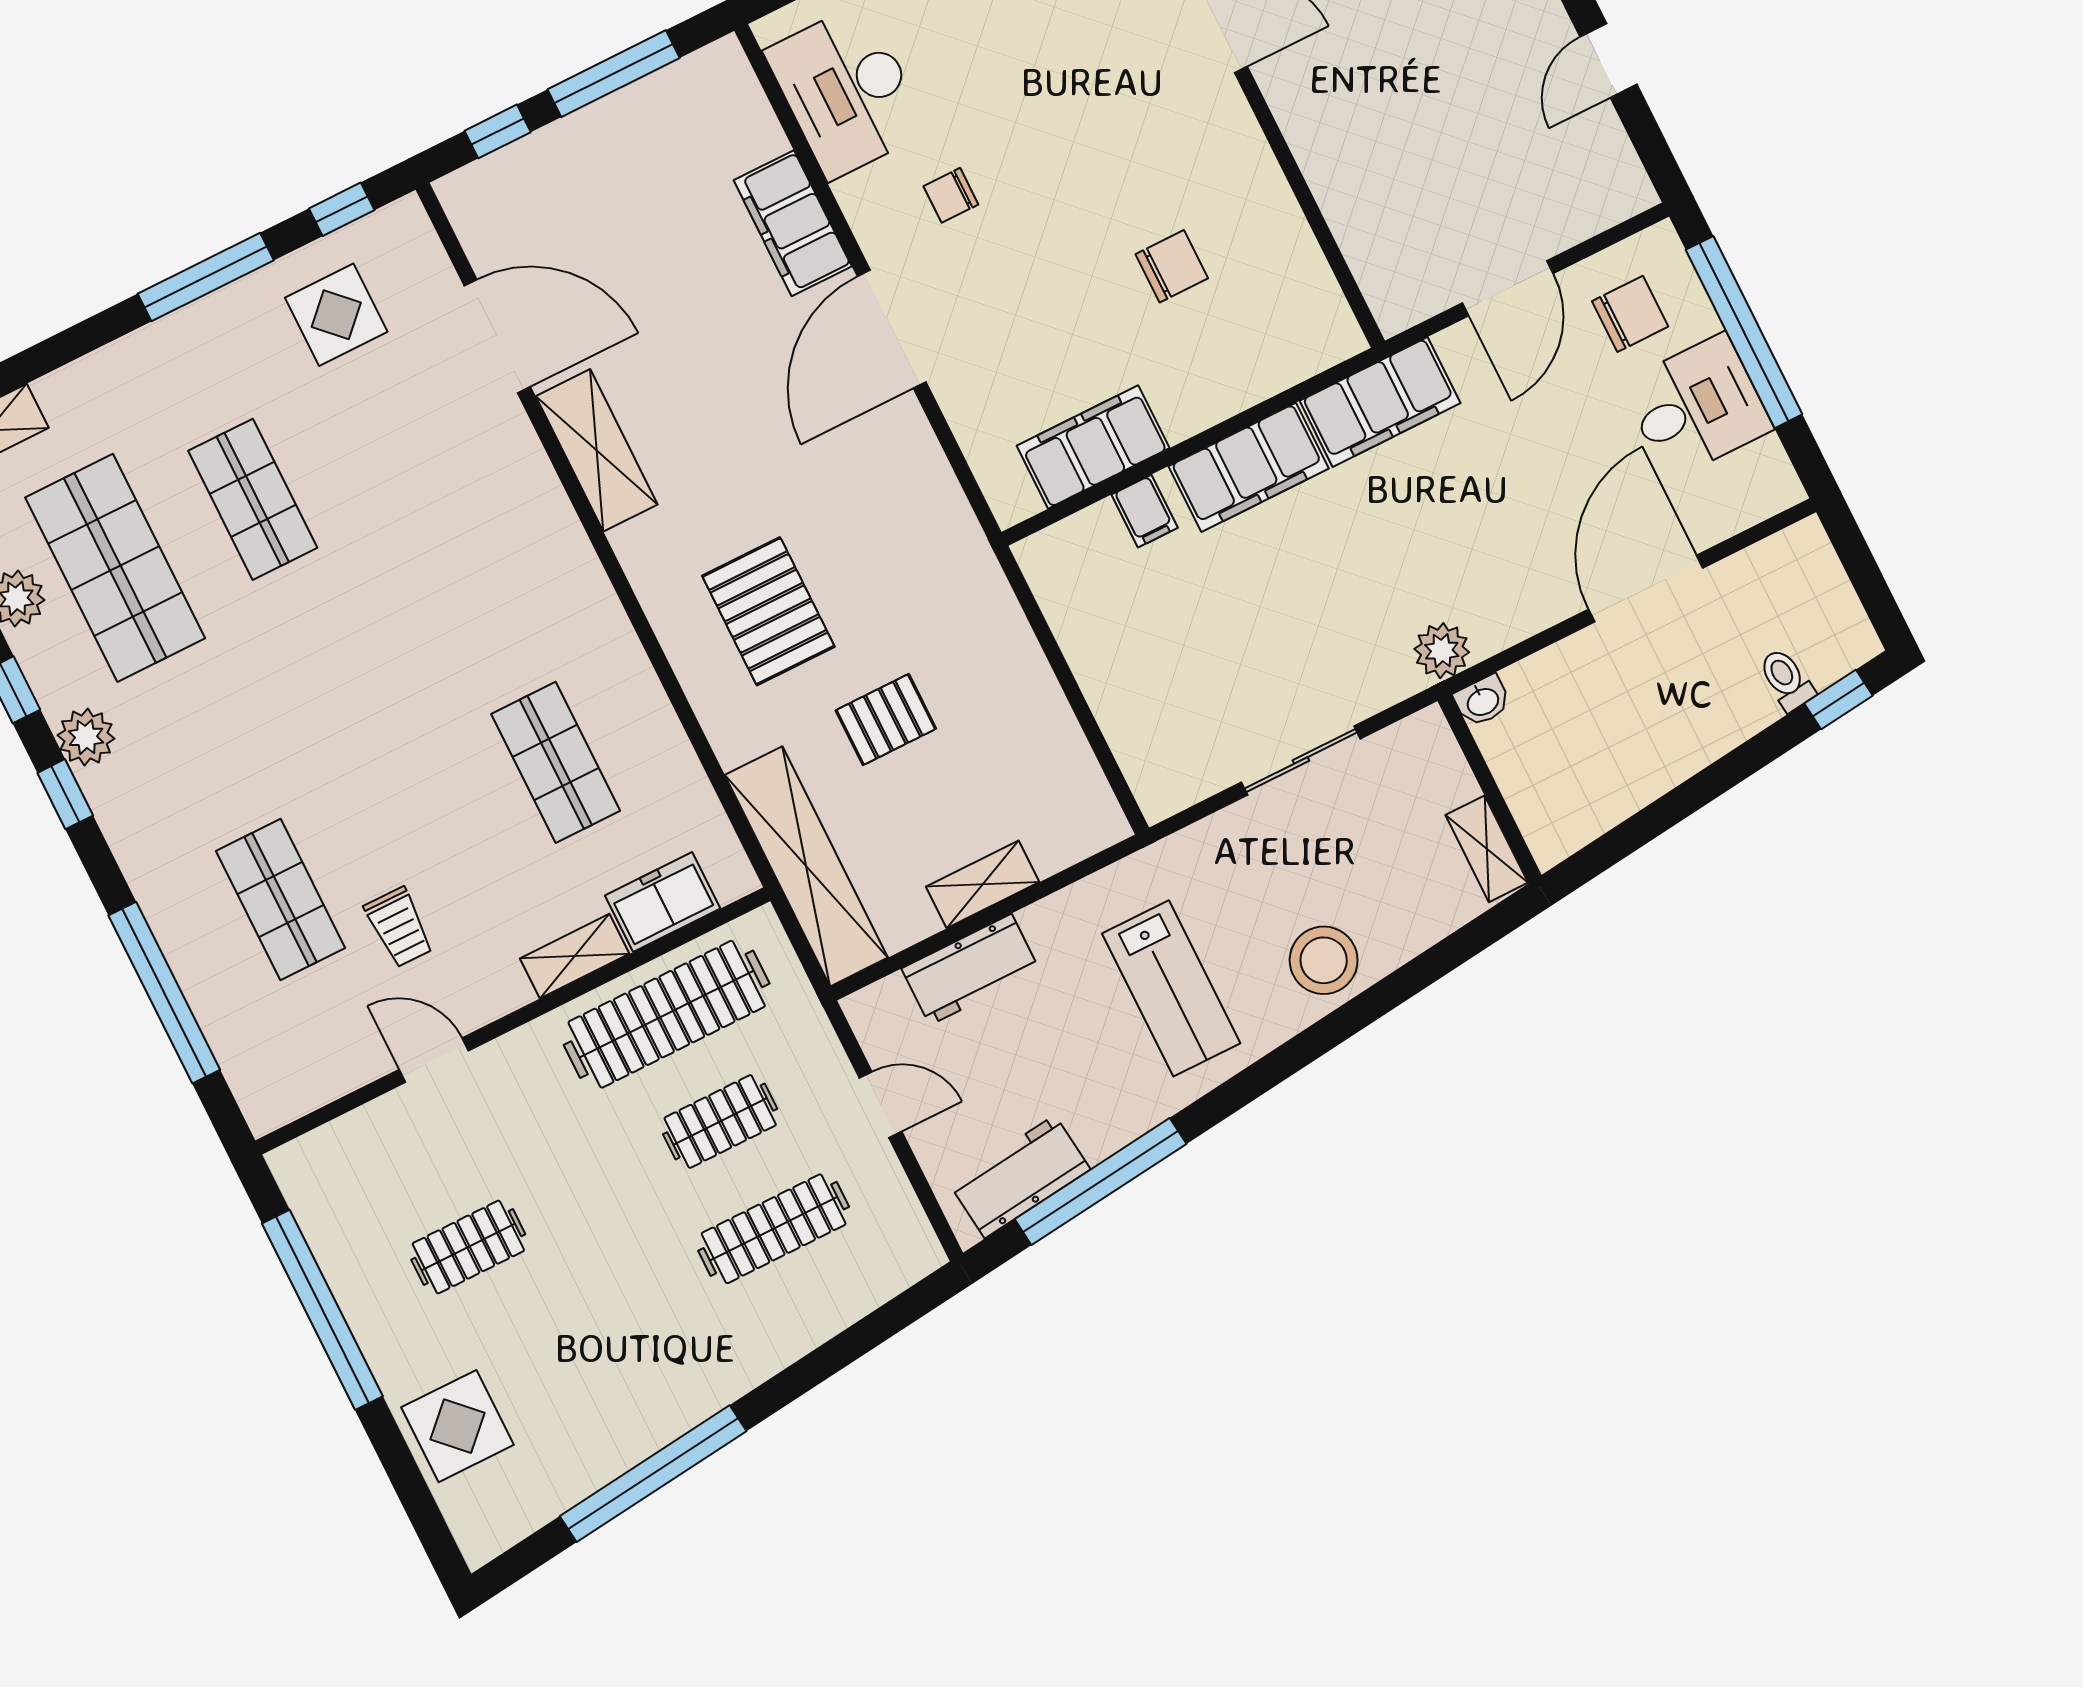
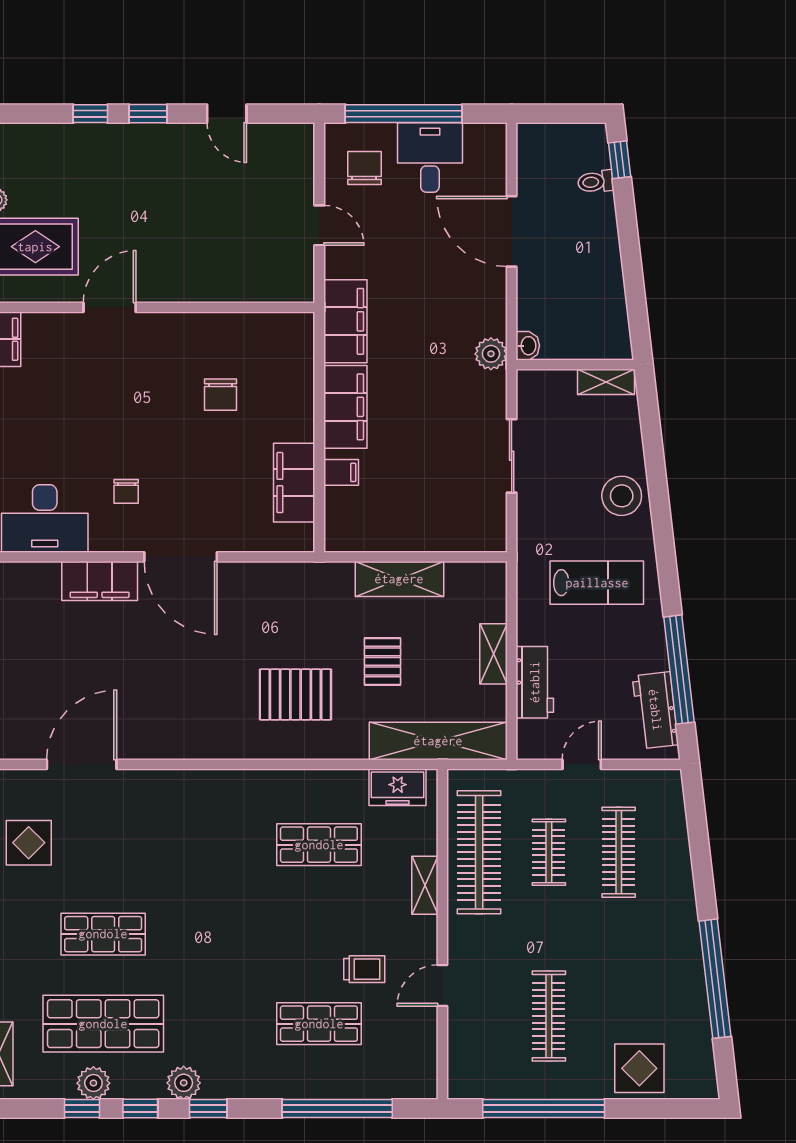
chair: (1172, 266) -> (220, 395), turned 180
door: (1508, 288) -> (319, 225), width x0.73
shelving: (597, 450) -> (399, 579), moved
freezer: (663, 902) -> (398, 787), moved, turned -90
clothes rail: (468, 1247) -> (549, 1016), width x1.36

